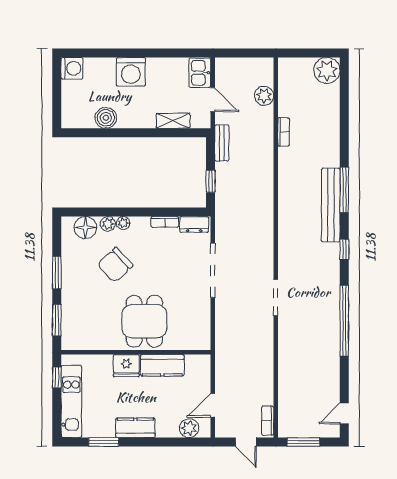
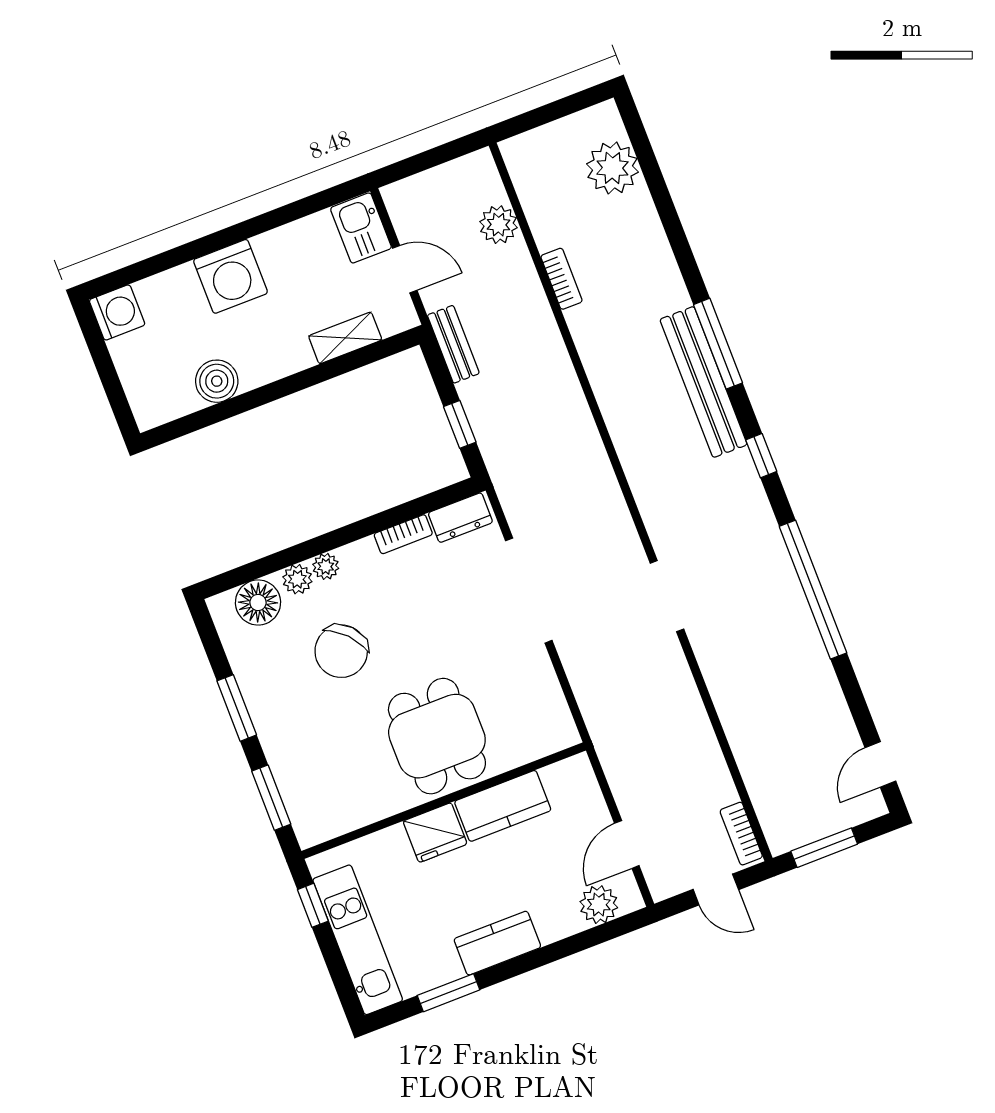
plant: (327, 70) -> (612, 168), moved

